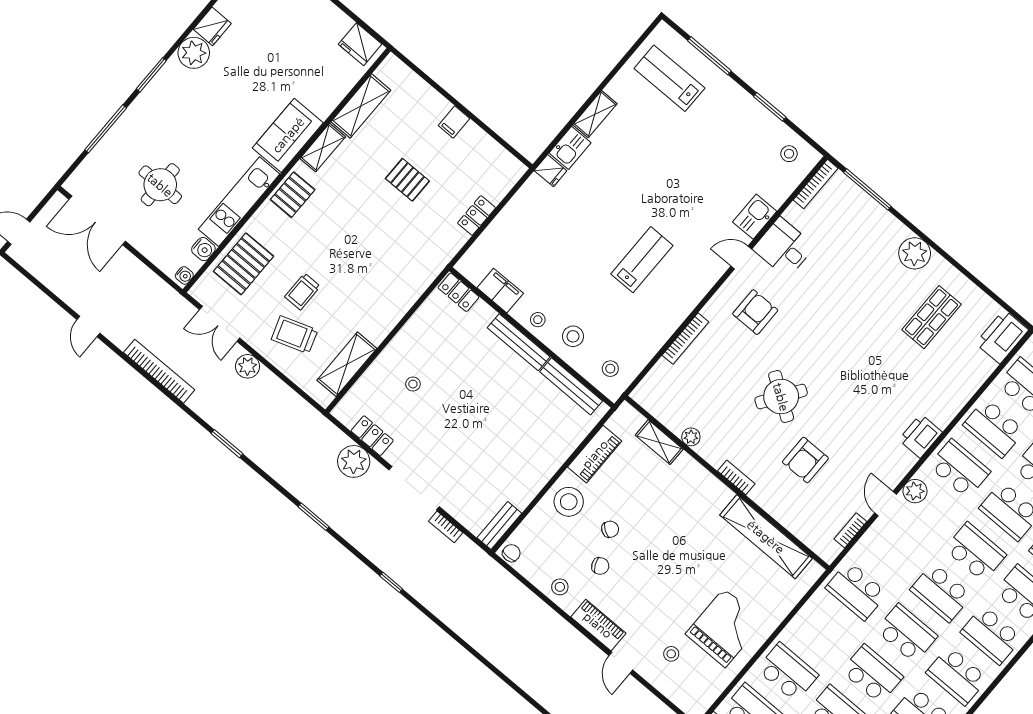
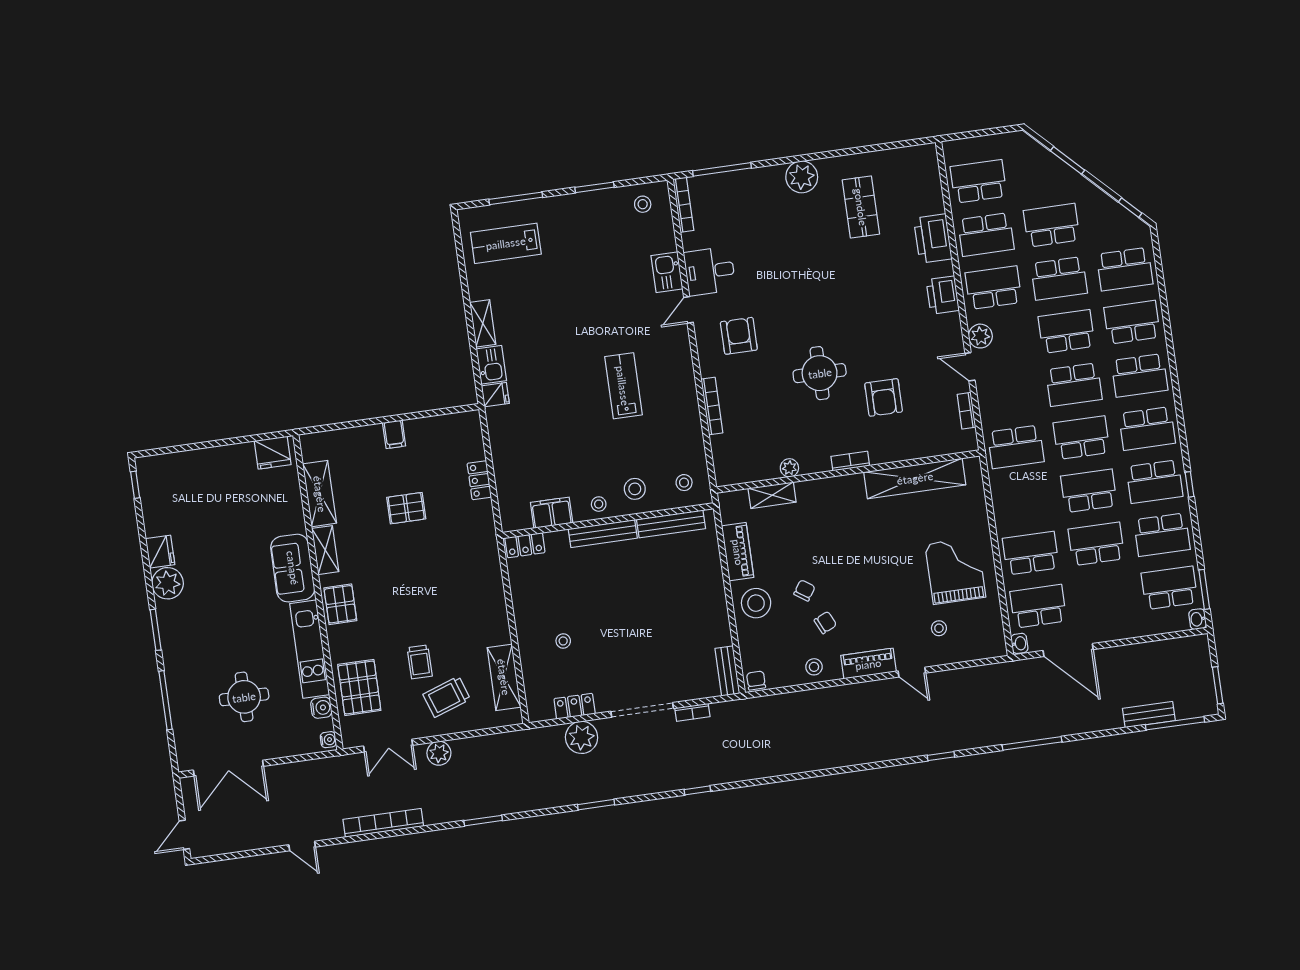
printer: (1002, 337) -> (933, 239), moved
round table: (781, 397) -> (820, 373), turned -34

